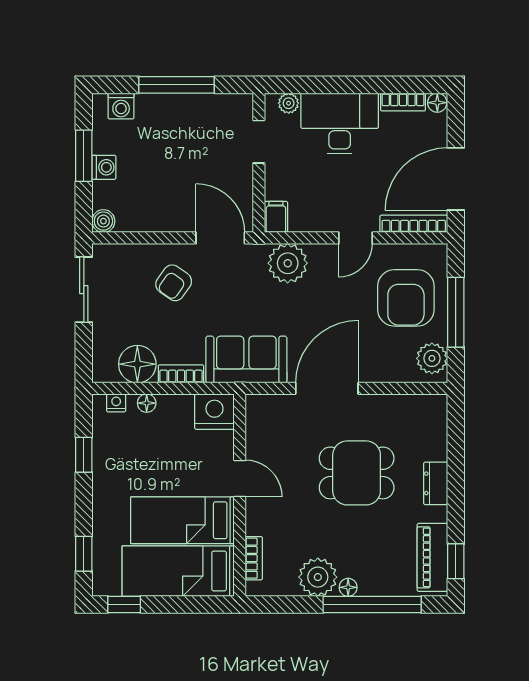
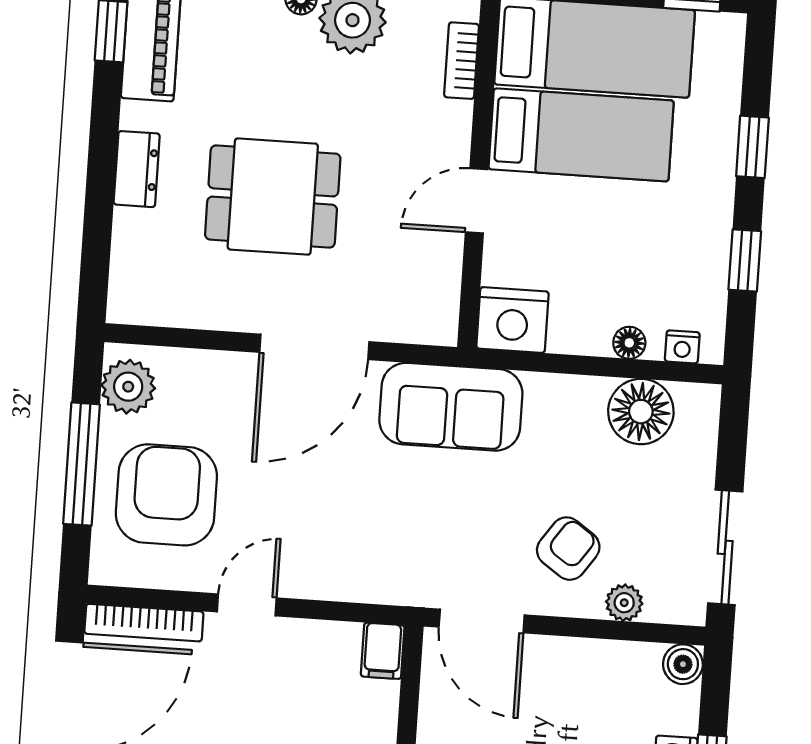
plant: (288, 263) -> (624, 603), moved, width x0.53, depth x0.53
bookcase: (181, 374) -> (566, 389), removed
door: (240, 478) -> (477, 201), hinge flipped
window: (84, 554) -> (752, 147), moved

